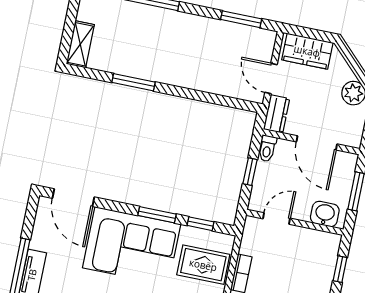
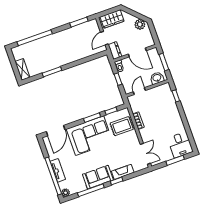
door: (271, 78) -> (104, 38), hinge flipped
door: (73, 198) -> (56, 131), hinge flipped

